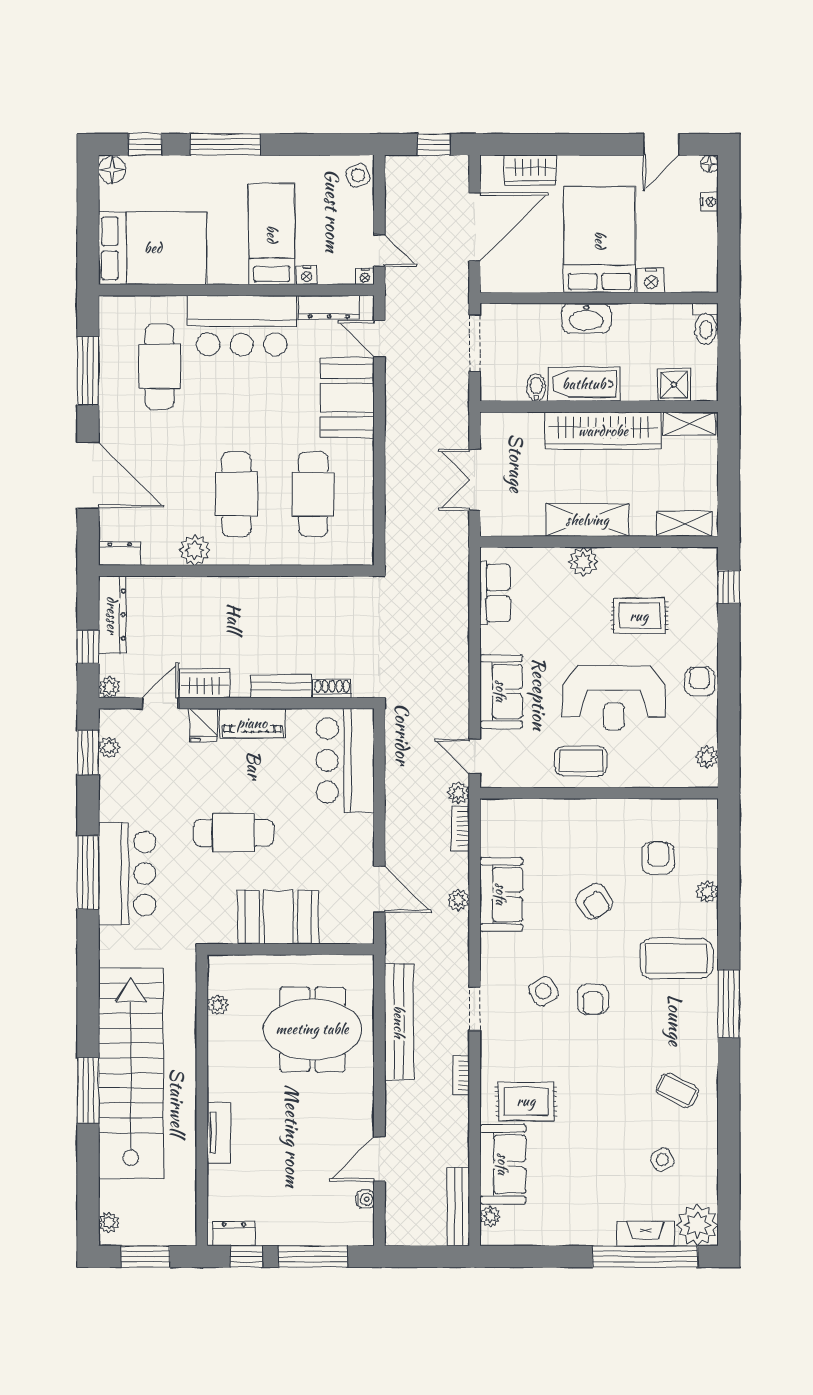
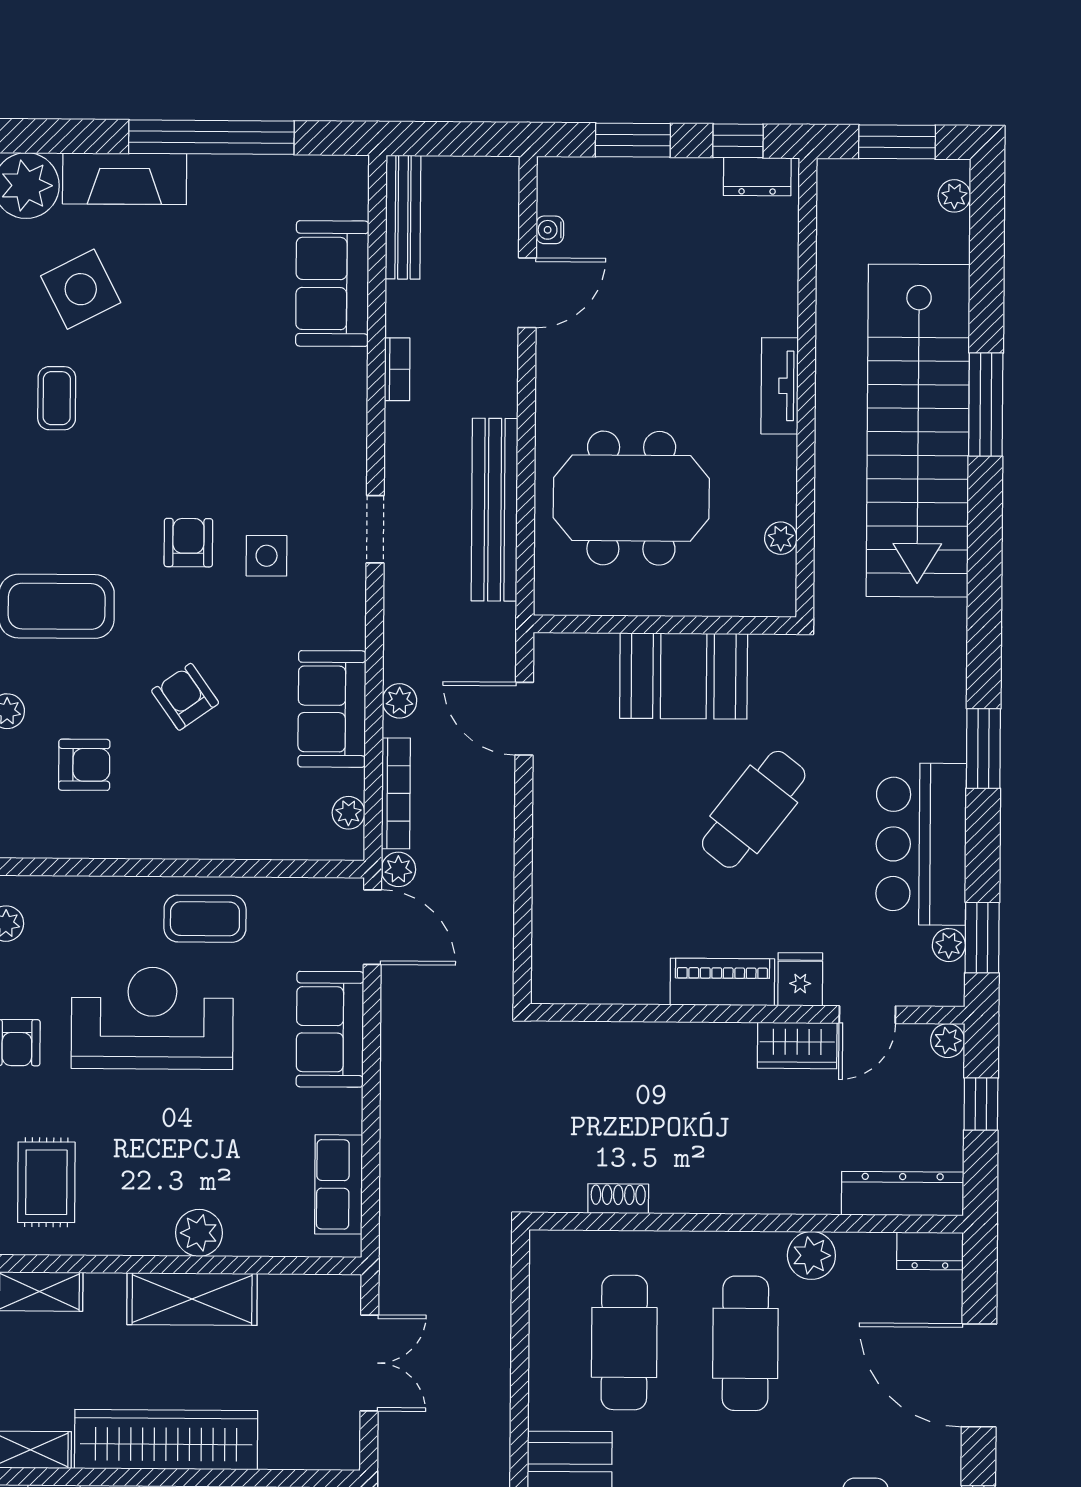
dresser: (112, 615) -> (903, 1194), moved, turned 90
rug: (639, 616) -> (46, 1182), moved, turned 90
bench: (281, 686) -> (677, 1040), removed
shoe rack: (332, 688) -> (618, 1199), moved, turned 180
door: (475, 756) -> (372, 927), width x1.38
bar counter: (345, 760) -> (577, 922), removed
bookcase: (460, 829) -> (396, 793), width x1.56
cafe table: (233, 833) -> (754, 809), turned -52
armchair: (658, 858) -> (84, 765), turned -90
window: (88, 872) -> (983, 748), width x0.69
bar counter: (127, 873) -> (921, 844), moved
side table: (543, 991) -> (267, 556), turned 32
bookcase: (461, 1076) -> (397, 369), moved
coffee table: (677, 1090) -> (57, 398), turned 63
rug: (526, 1101) -> (295, 382), removed
tv unit: (219, 1133) -> (780, 386), moved
side table: (662, 1160) -> (81, 289), width x1.87, depth x1.87
plant: (490, 1216) -> (349, 813), moved
fireplace: (646, 1234) -> (125, 179), width x1.37, depth x1.32
window: (313, 1256) -> (633, 140), width x0.69
window: (645, 1256) -> (211, 137), moved

